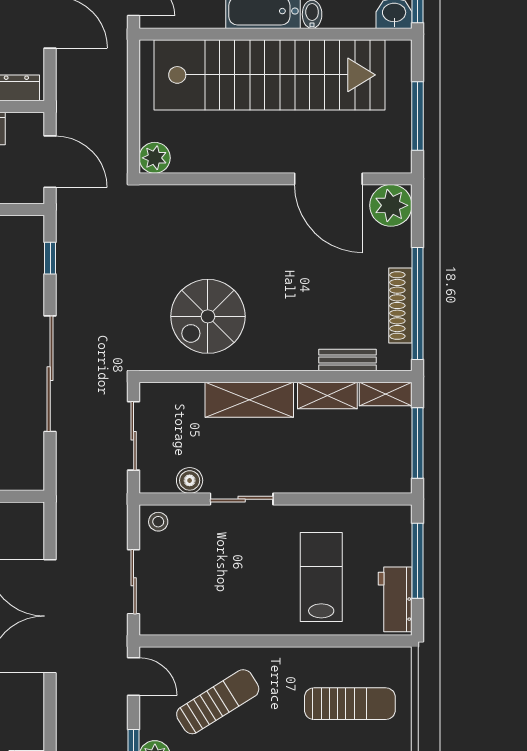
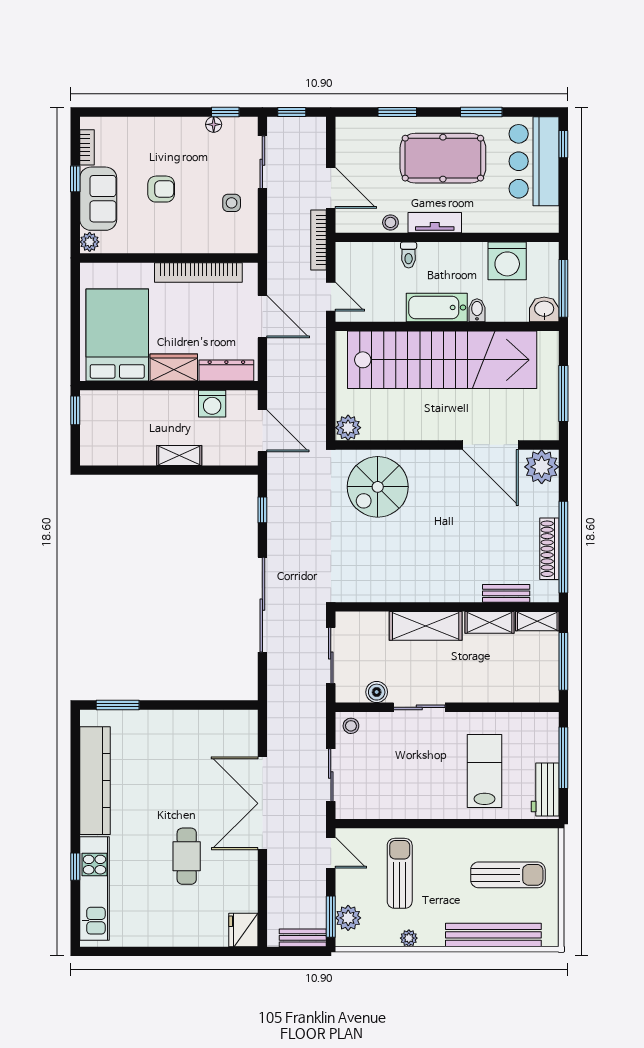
spiral stairs: (208, 316) -> (378, 487), moved
sun lounger: (218, 702) -> (400, 873), turned -58

